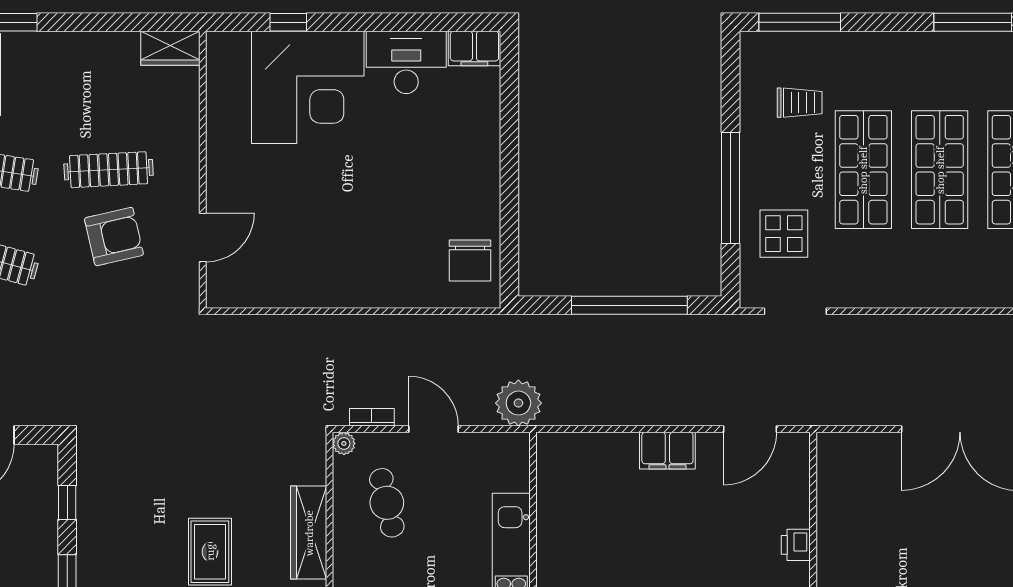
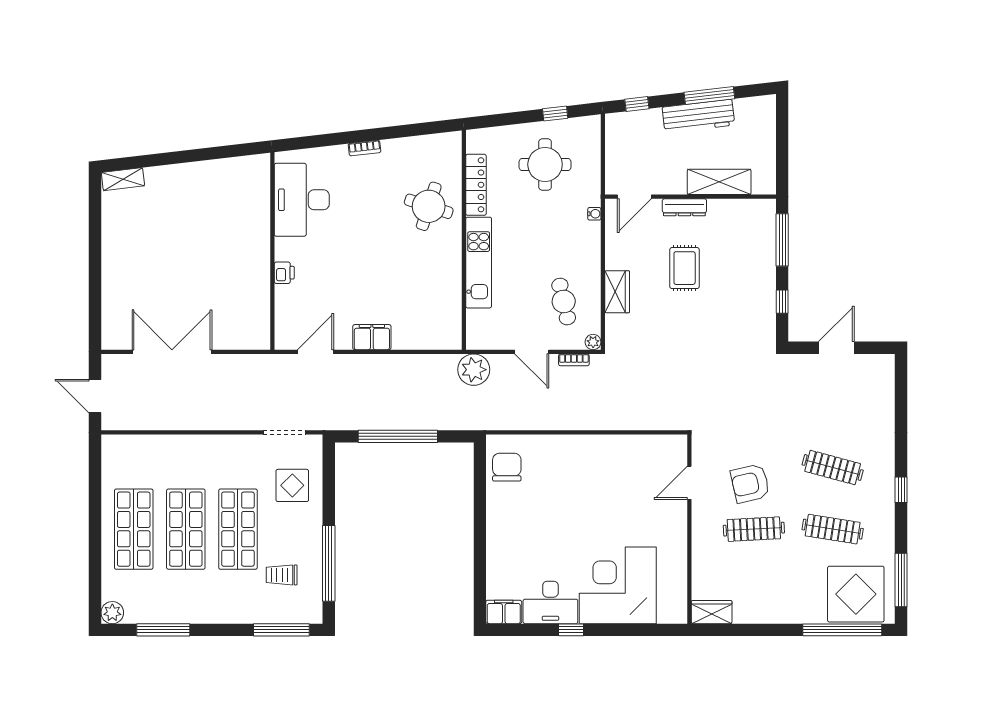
window: (288, 22) -> (571, 630), moved
window: (731, 188) -> (329, 563), moved
wardrobe: (309, 533) -> (617, 292), width x0.67

